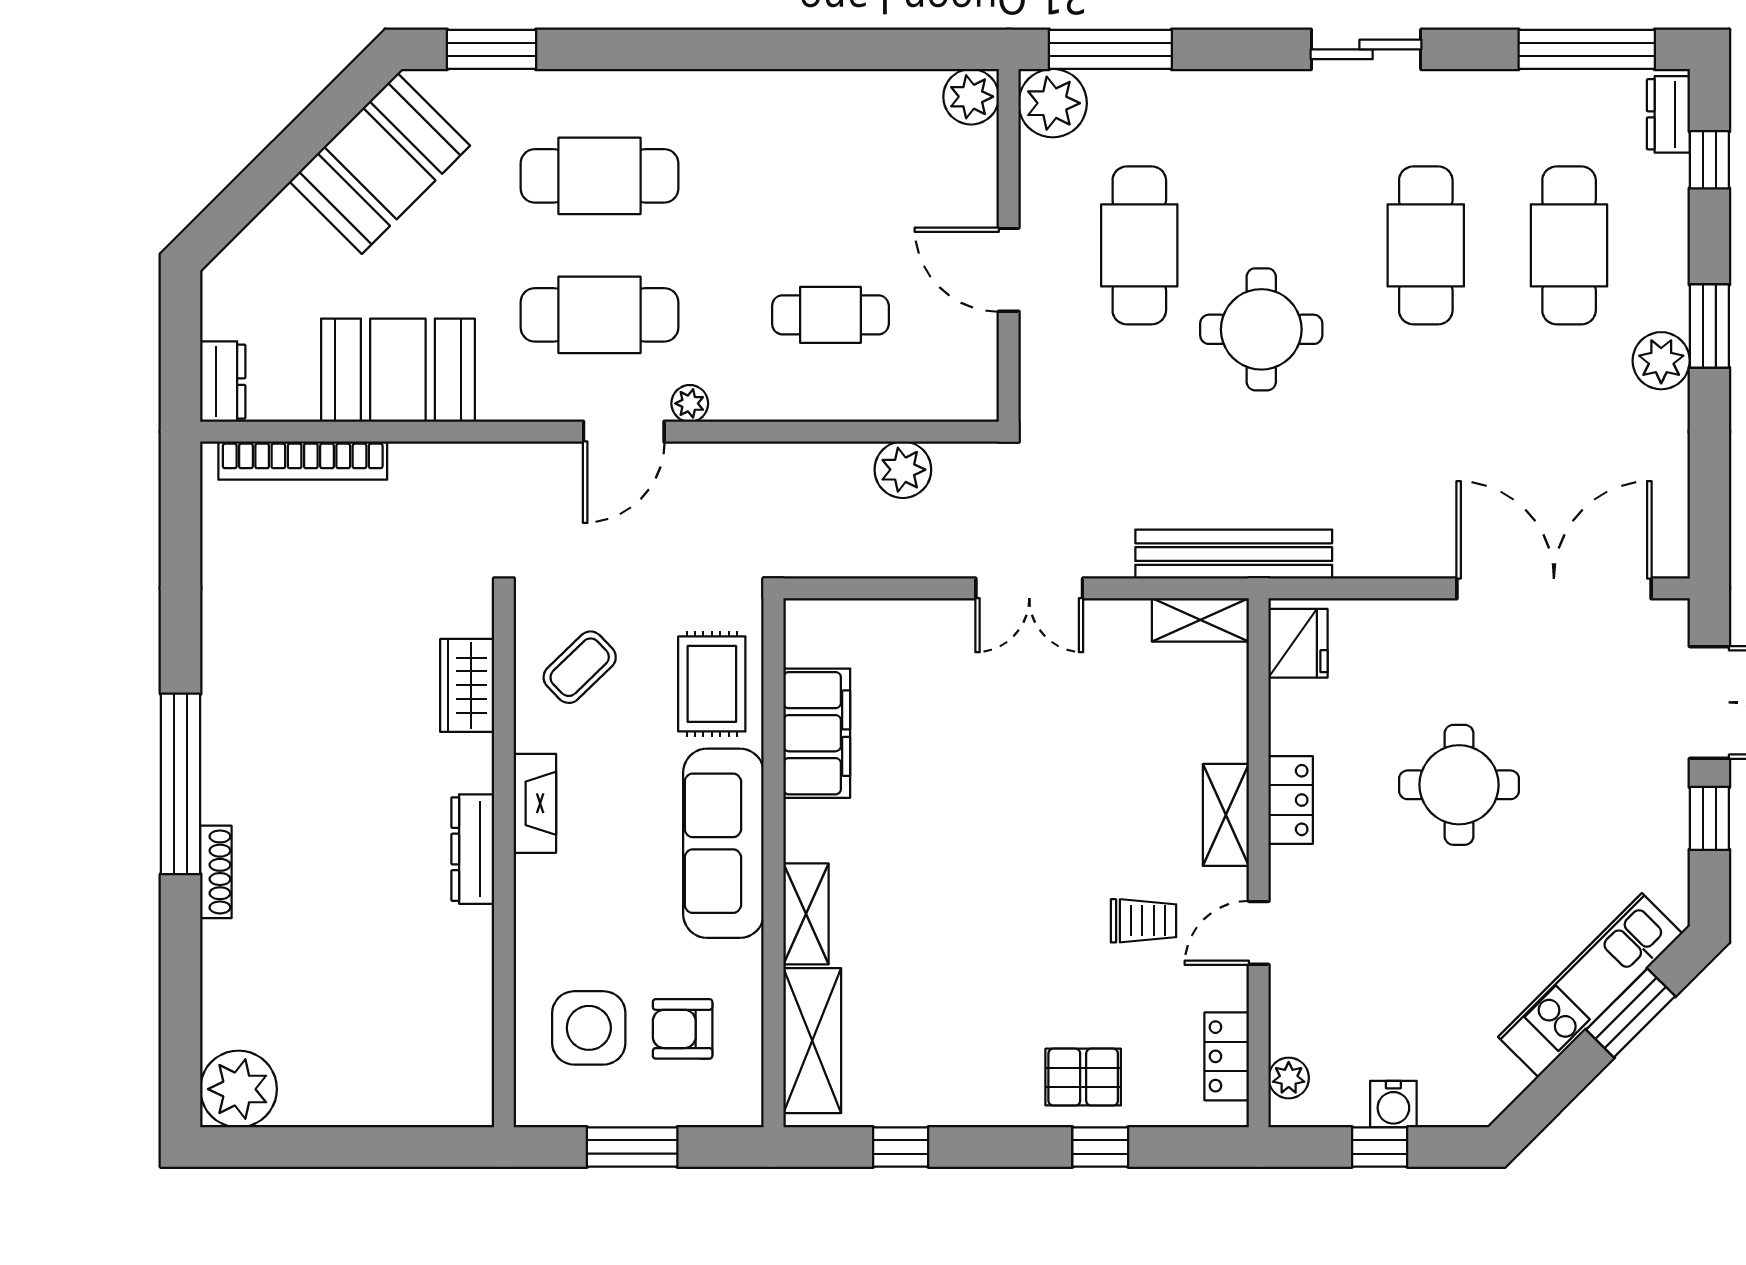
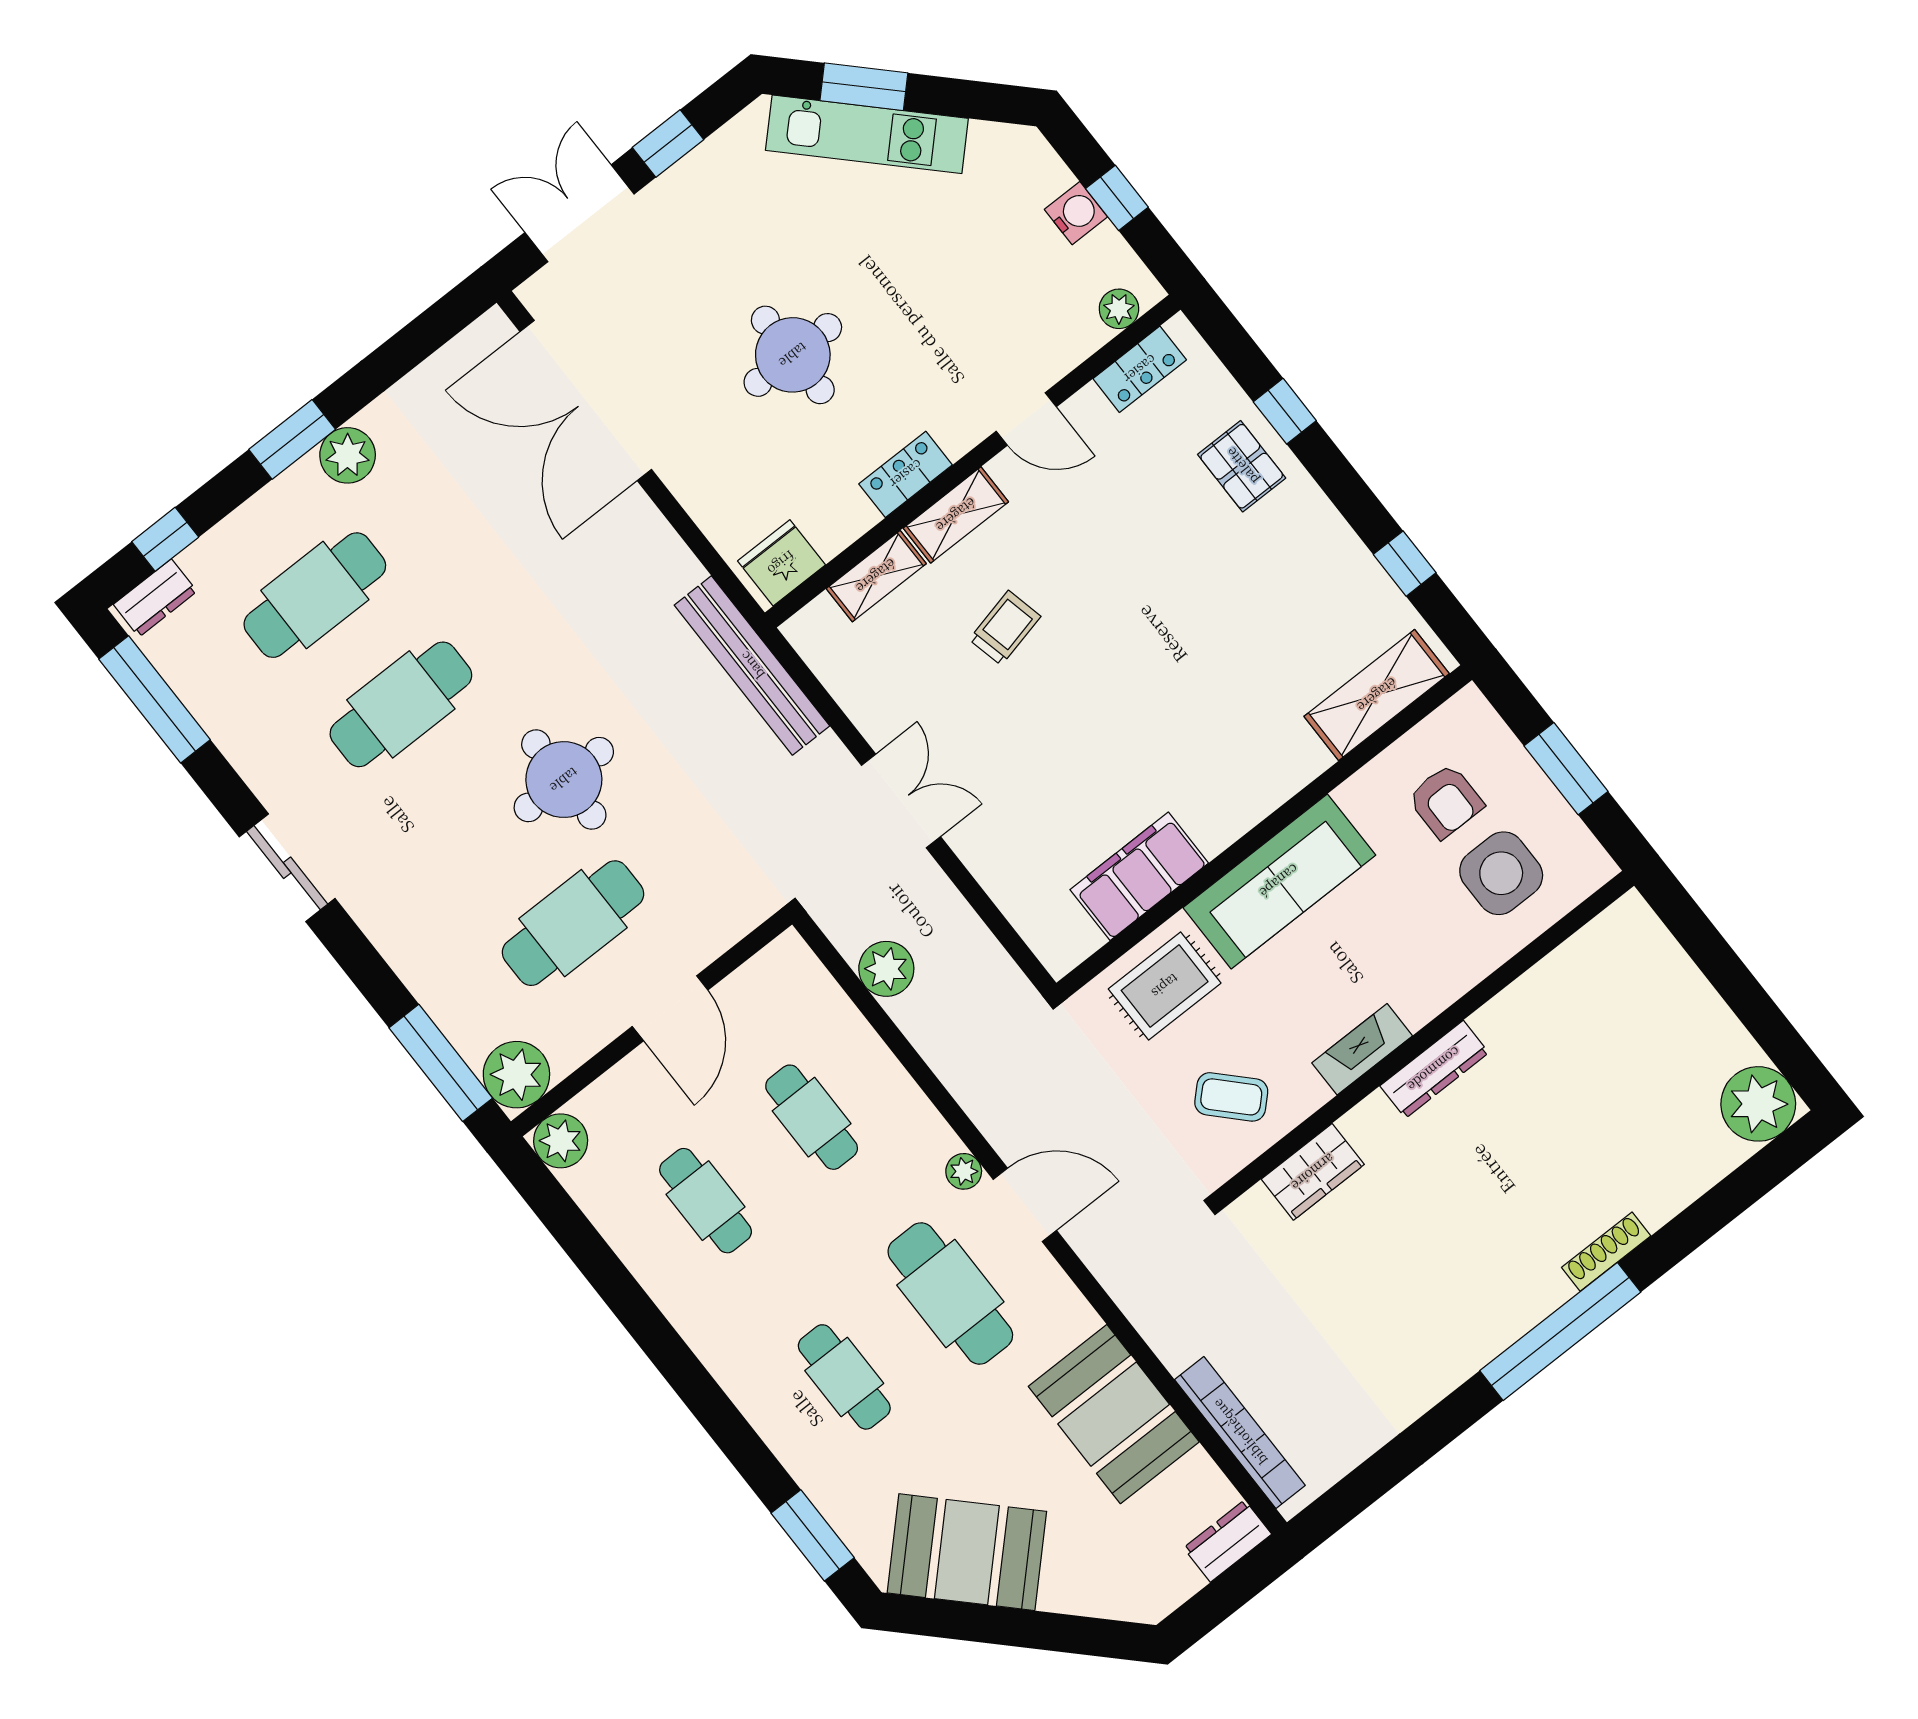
cafe table: (599, 176) -> (844, 1377), width x0.73, depth x0.74
cafe table: (830, 176) -> (706, 1201), added
shelving: (1200, 620) -> (876, 576), moved, turned 90
shelving: (806, 914) -> (1284, 776), removed
trolley: (1144, 921) -> (1005, 628), moved, turned 77

